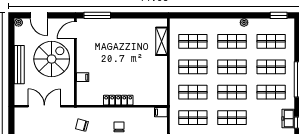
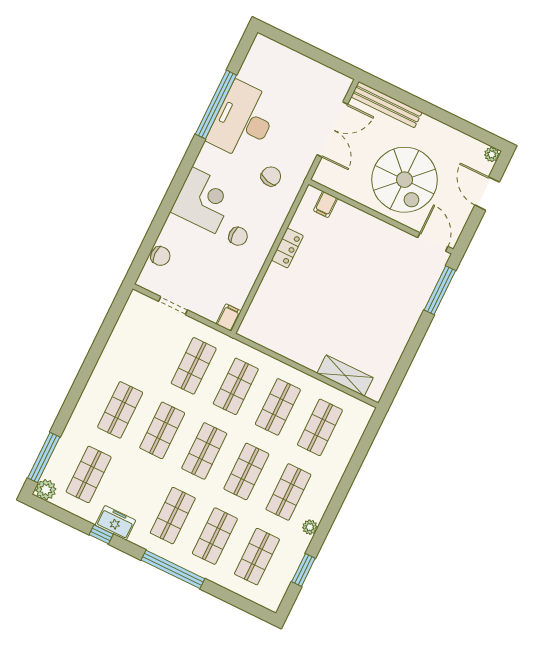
door: (39, 15) -> (487, 194), hinge flipped
window: (279, 15) -> (303, 570), moved
bench: (19, 65) -> (386, 105), moved
filing cabinet: (83, 77) -> (326, 204), moved
locker: (118, 100) -> (287, 248), width x0.66

